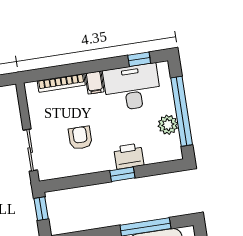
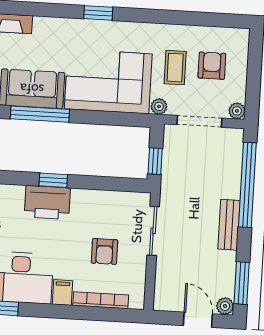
armchair: (80, 138) -> (104, 251), moved
printer: (129, 156) -> (47, 202), width x1.37, depth x1.19

